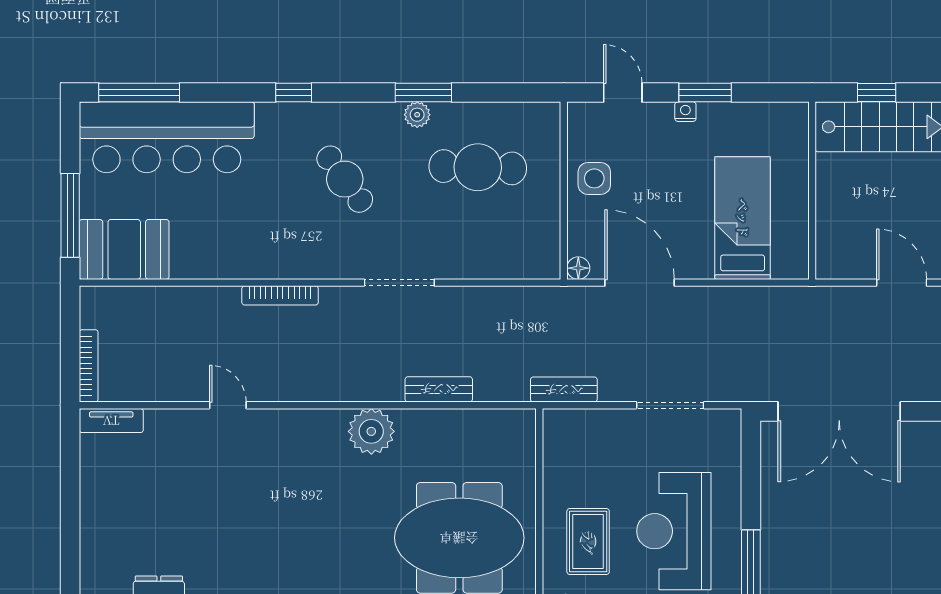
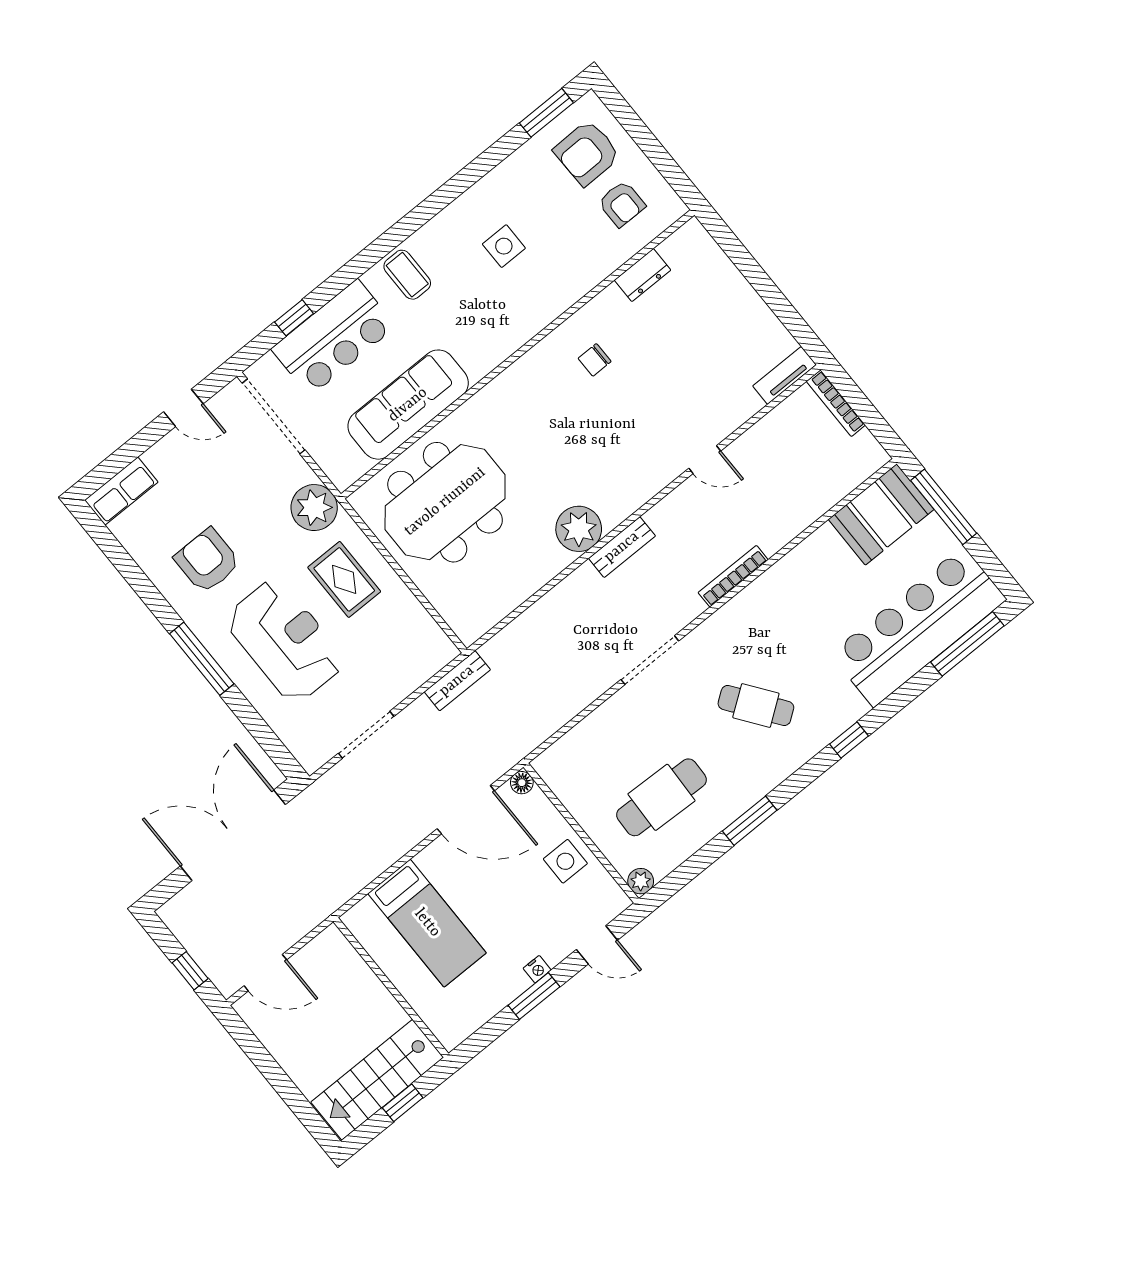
plant: (417, 115) -> (641, 881), moved
bench: (439, 389) -> (622, 547), moved
chair: (251, 554) -> (595, 360), added

